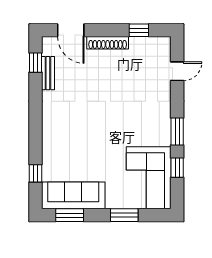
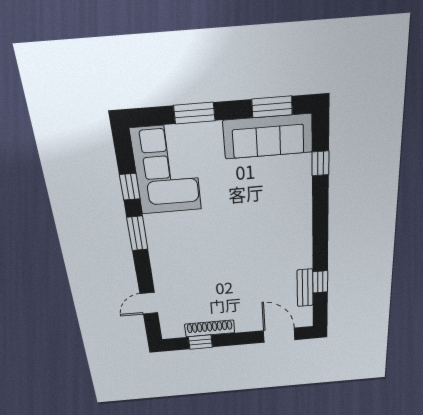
shoe rack: (108, 43) -> (210, 328), moved
window: (35, 63) -> (320, 282), moved

